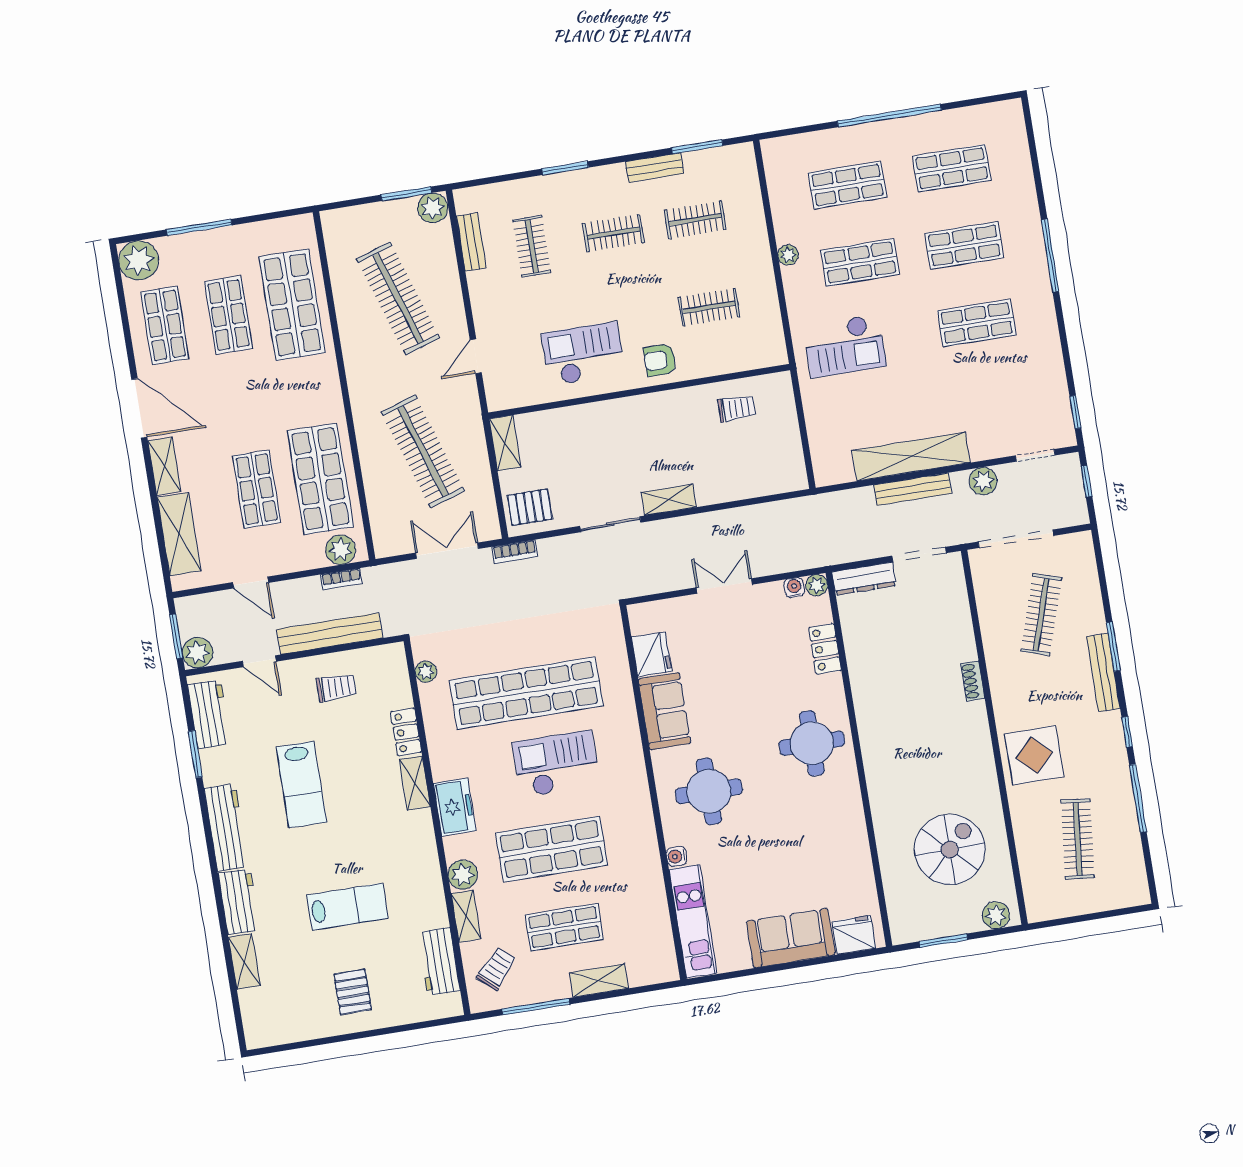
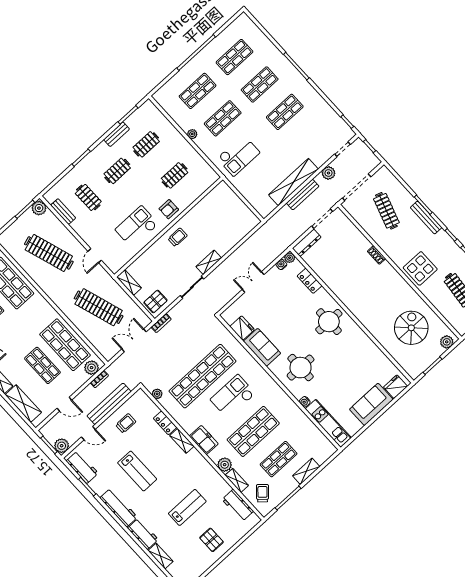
trolley: (737, 408) -> (178, 237), moved

